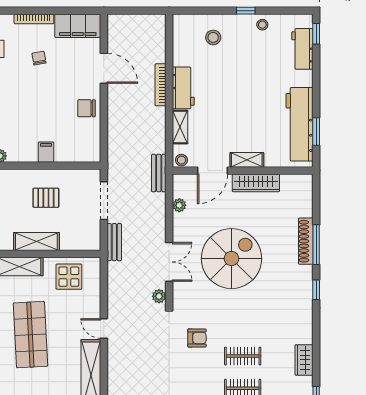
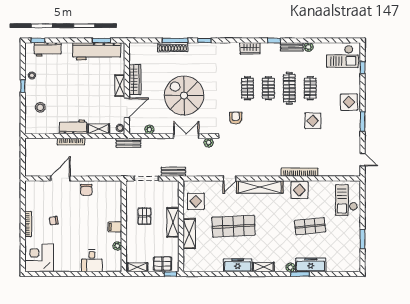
filing cabinet: (78, 26) -> (33, 195), removed
filing cabinet: (46, 152) -> (115, 227), moved
door: (213, 171) -> (127, 108), hinge flipped

